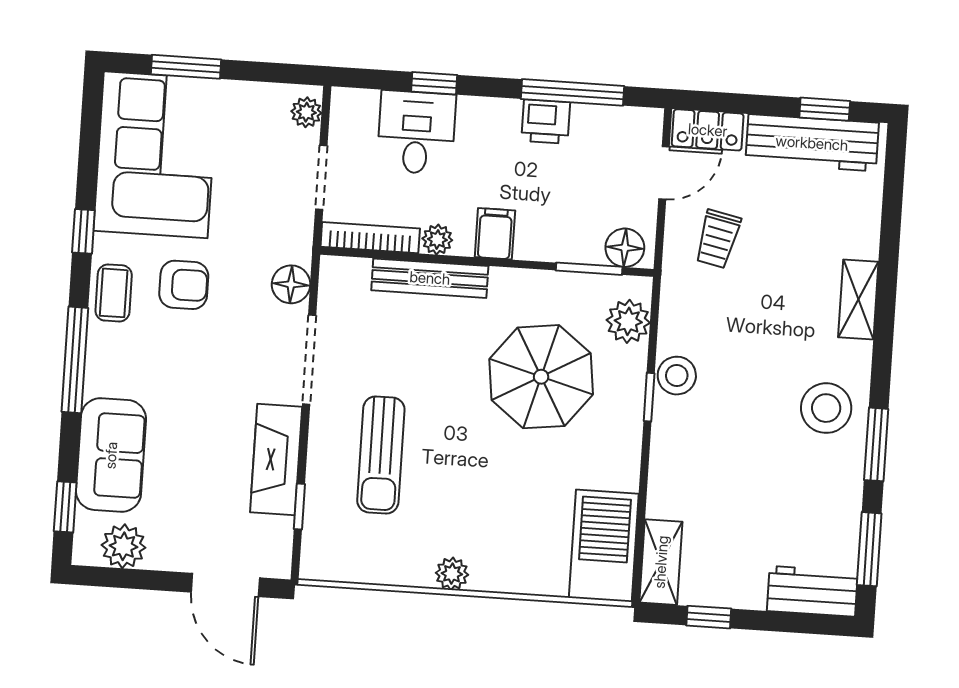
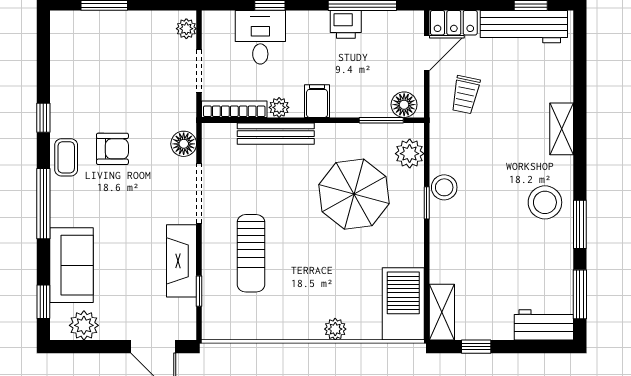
corner sofa: (156, 155) -> (88, 64), removed
plant: (452, 574) -> (335, 329), moved

